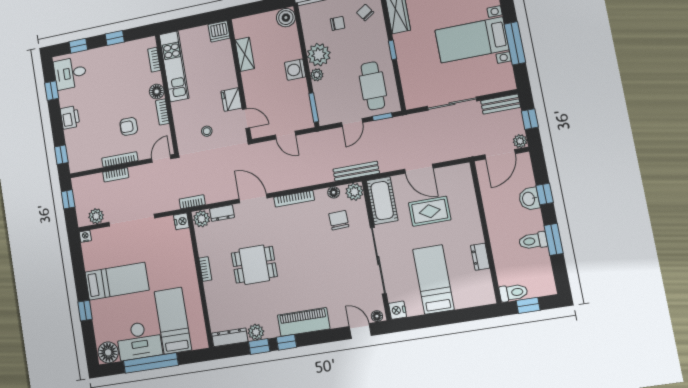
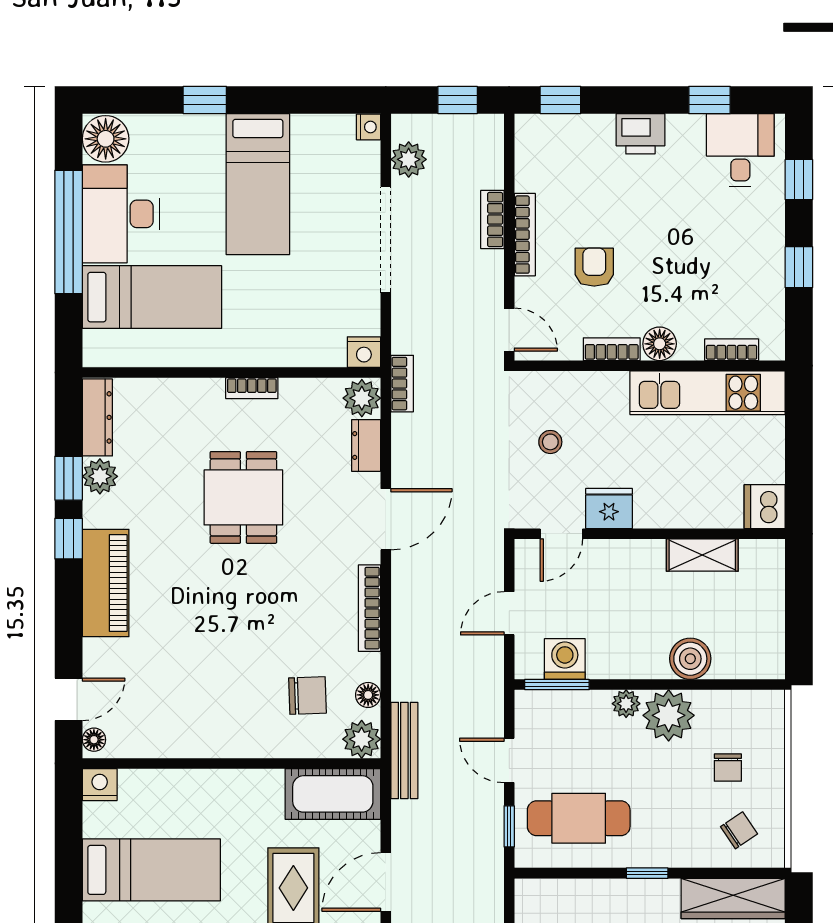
boiler: (286, 18) -> (690, 659), moved
washing machine: (295, 70) -> (565, 659), moved
sliding door: (378, 261) -> (209, 763), removed

